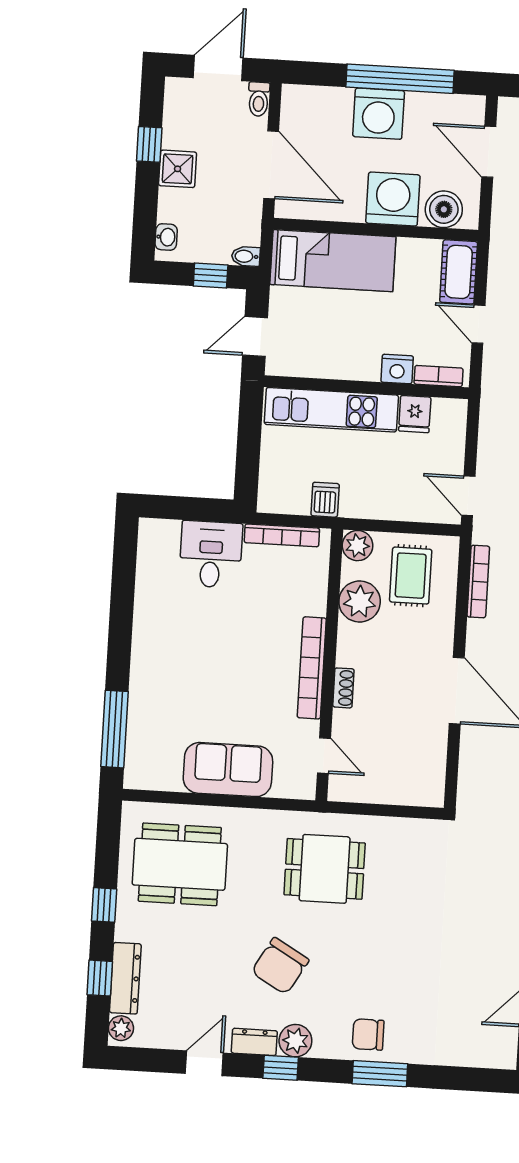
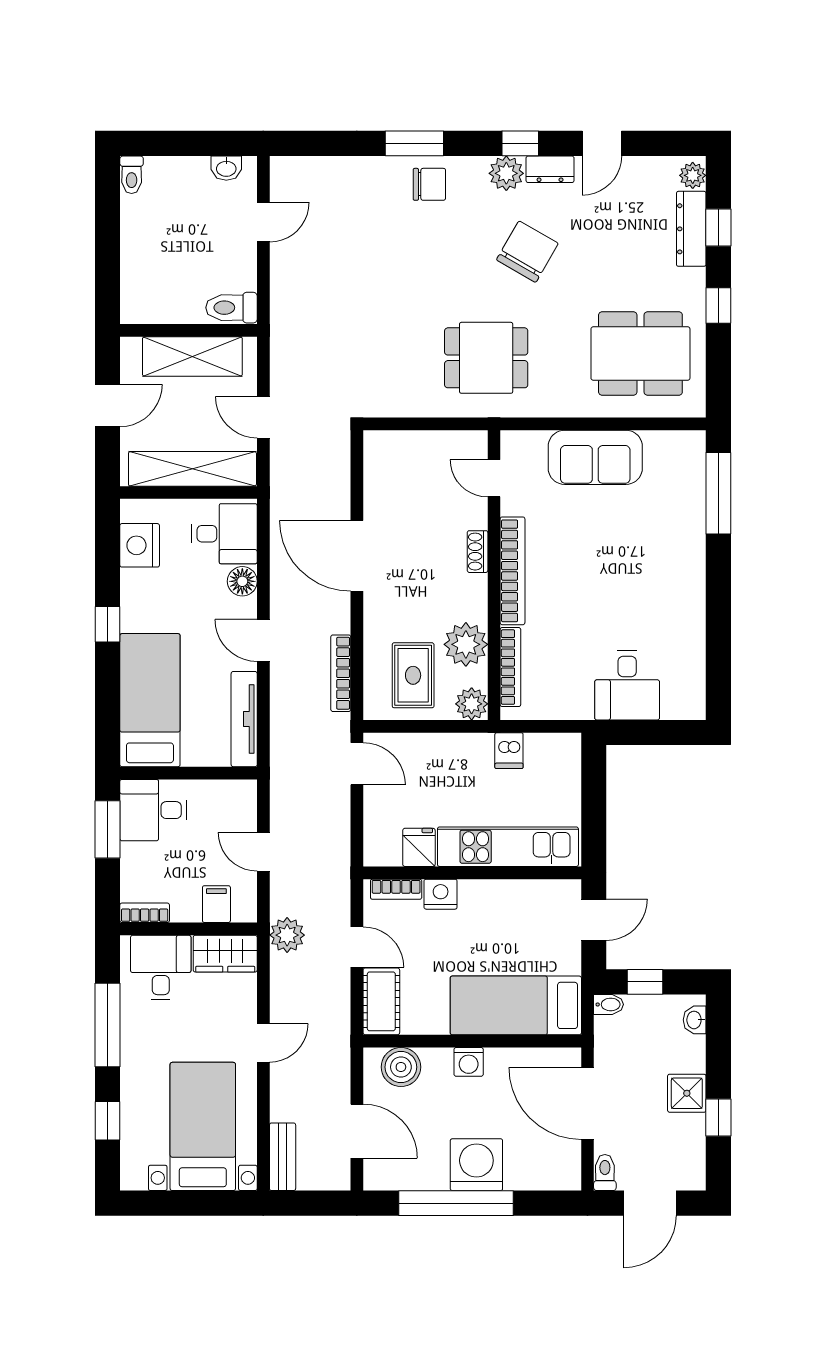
washing machine: (393, 199) -> (469, 1062), width x0.53, depth x0.53
bookcase: (282, 535) -> (510, 667), moved, turned 90

